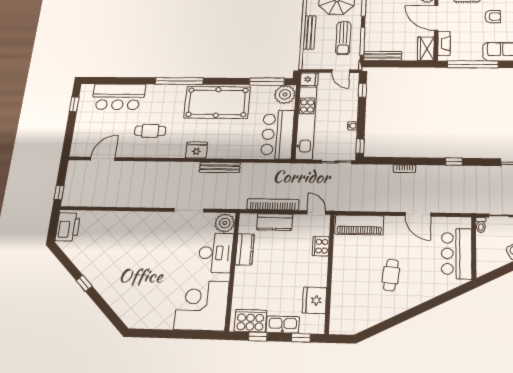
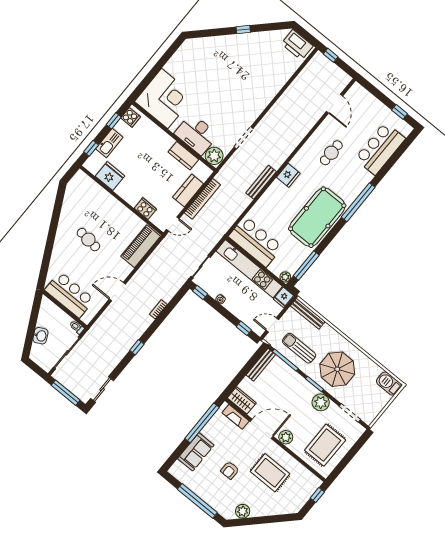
bench: (309, 32) -> (308, 314), moved
plant: (285, 94) -> (285, 277), width x0.53, depth x0.53
cooker: (250, 321) -> (131, 117), width x0.53, depth x0.76

